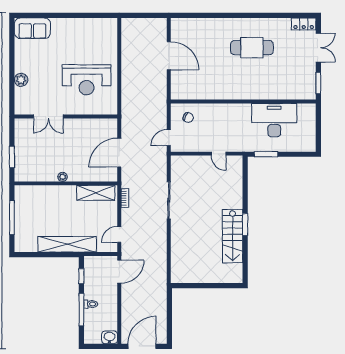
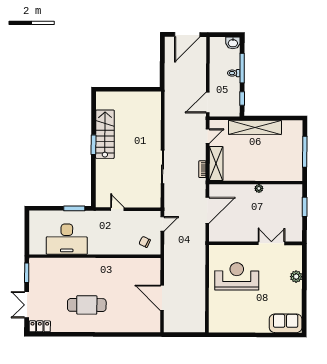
shelving: (96, 193) -> (216, 164), moved, turned 90
washbasin: (110, 337) -> (233, 43), moved

